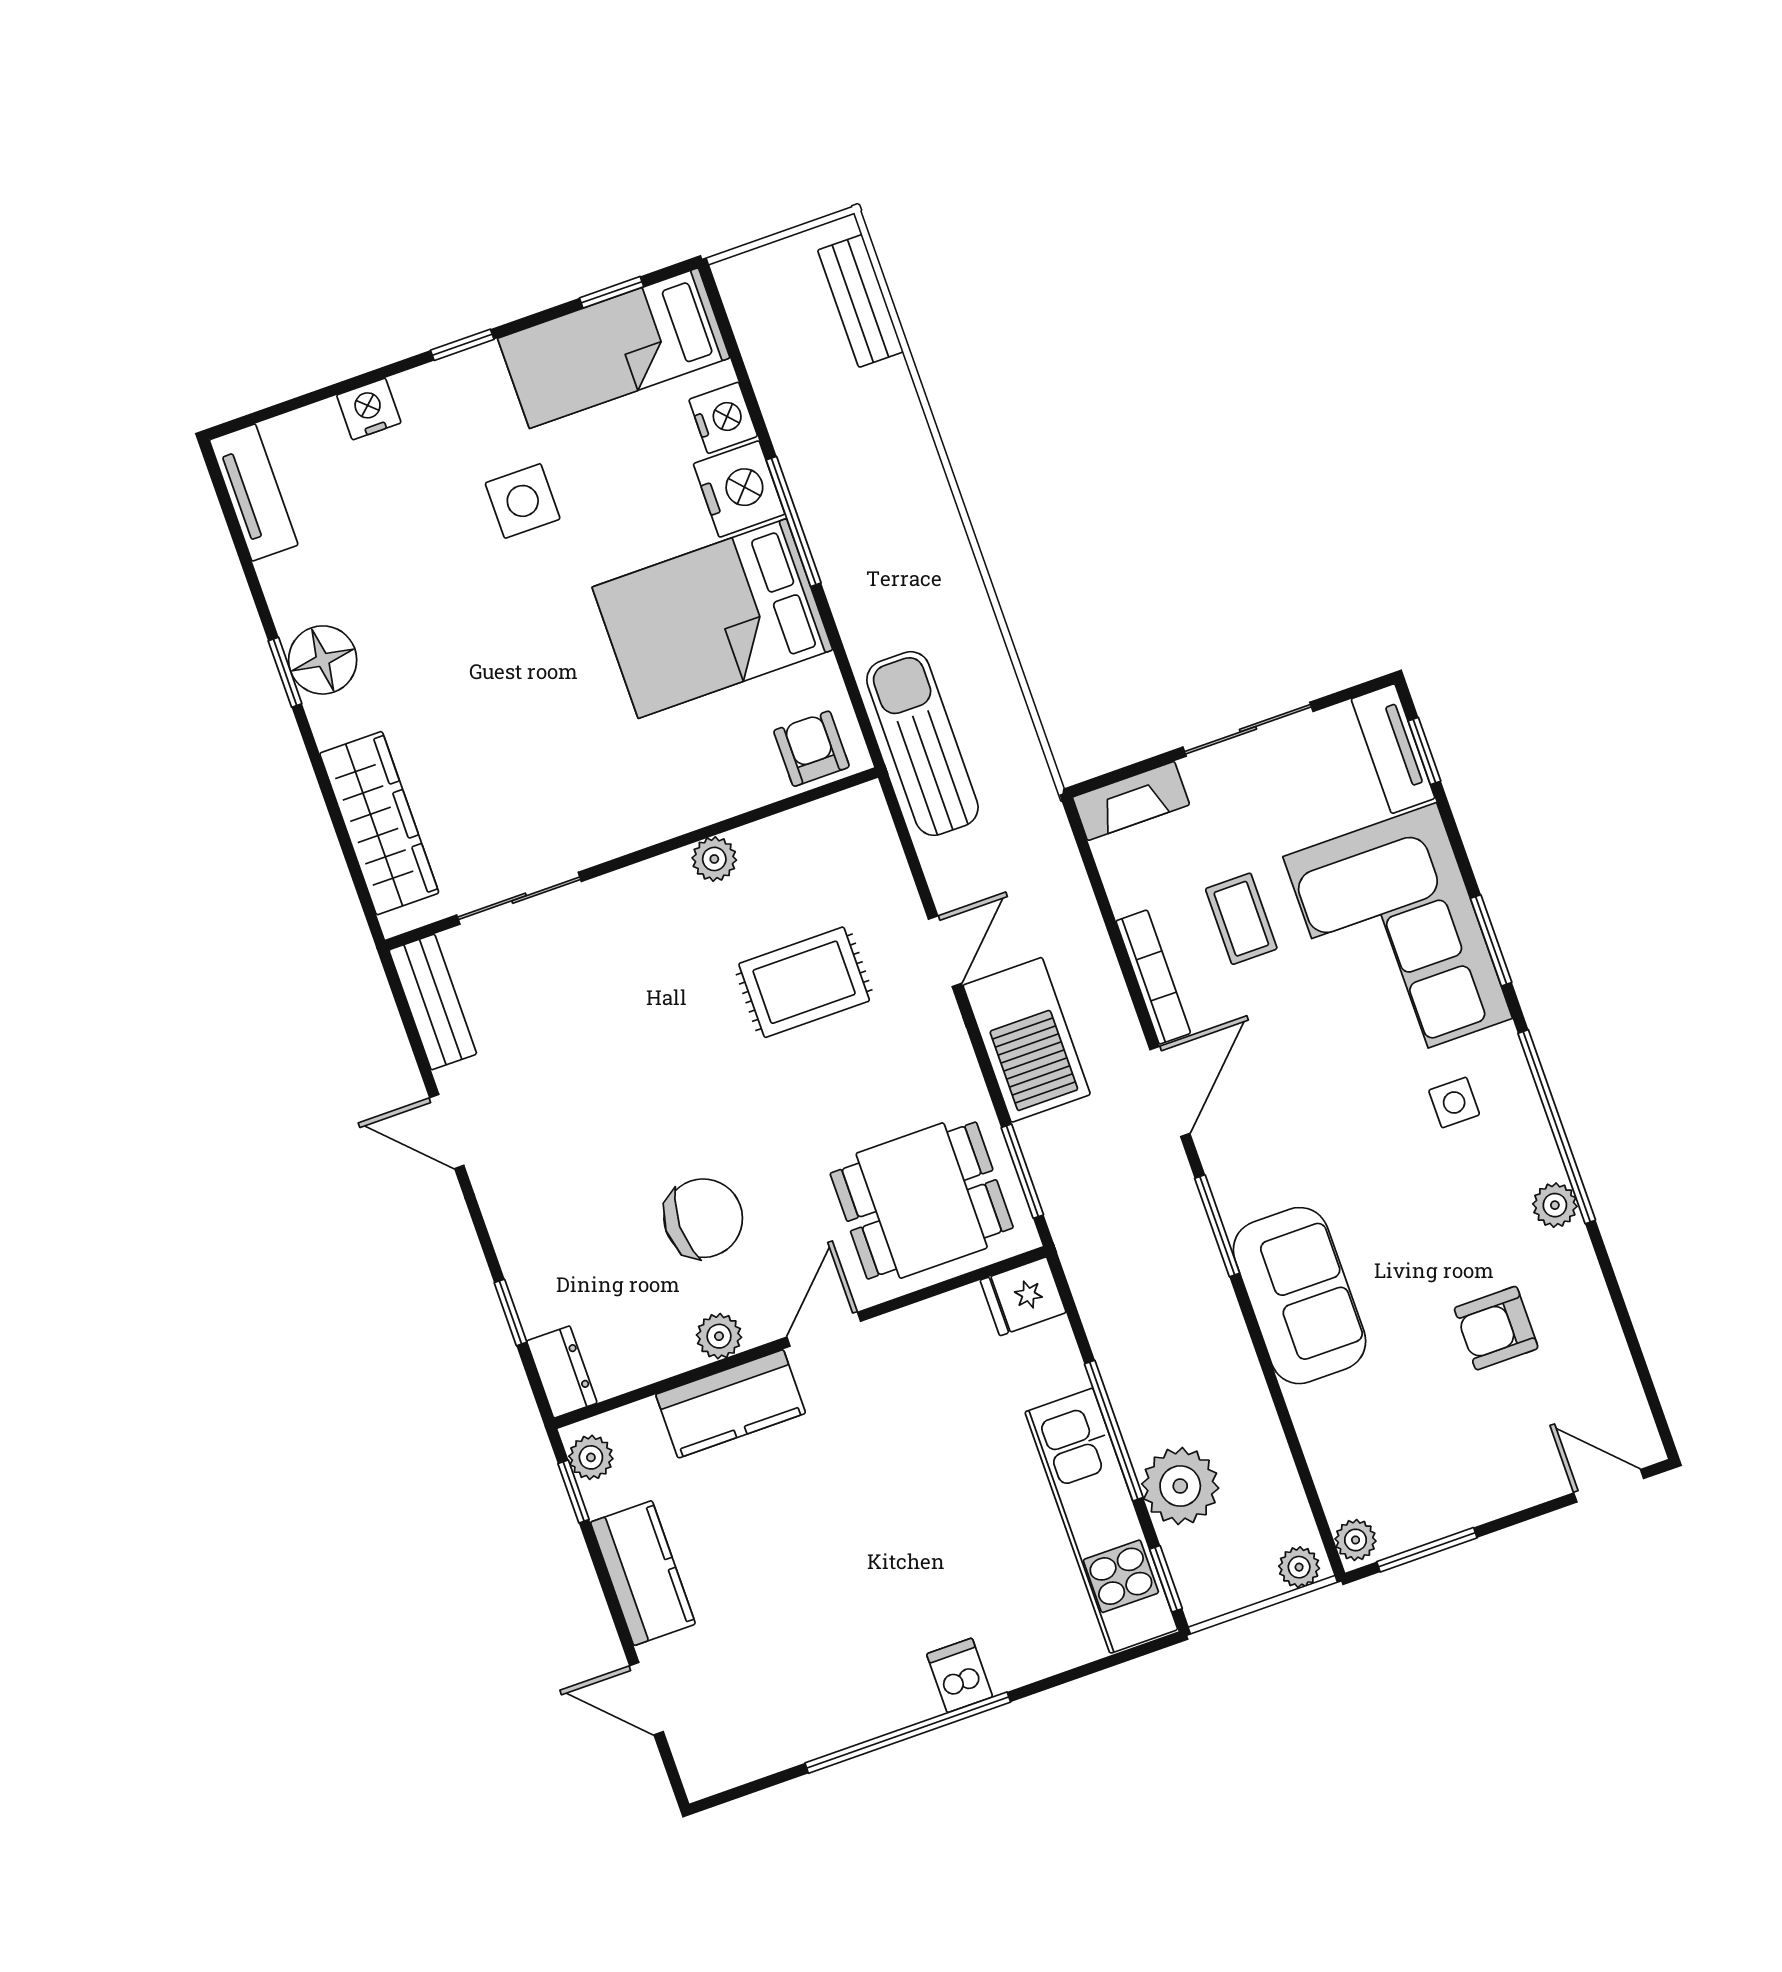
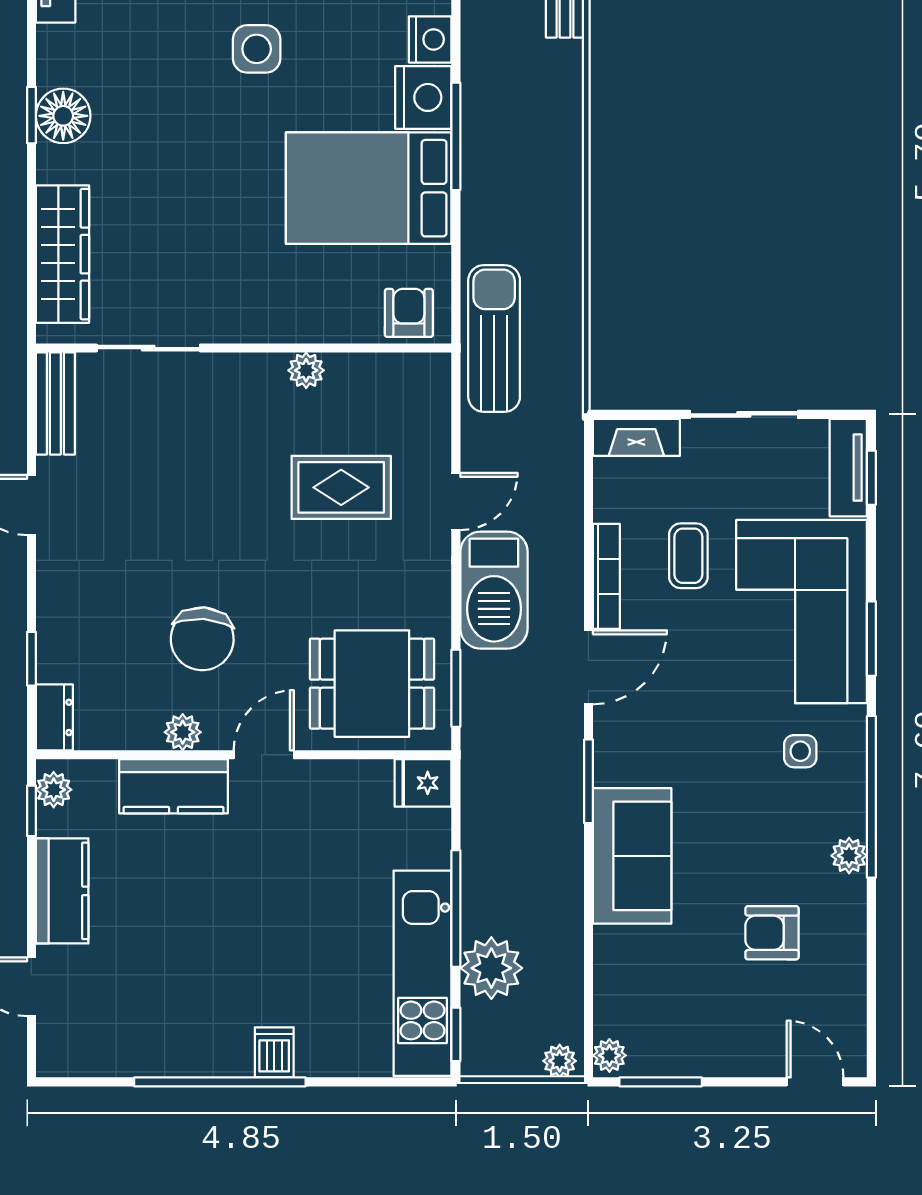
chair: (703, 1218) -> (202, 639), turned 94

